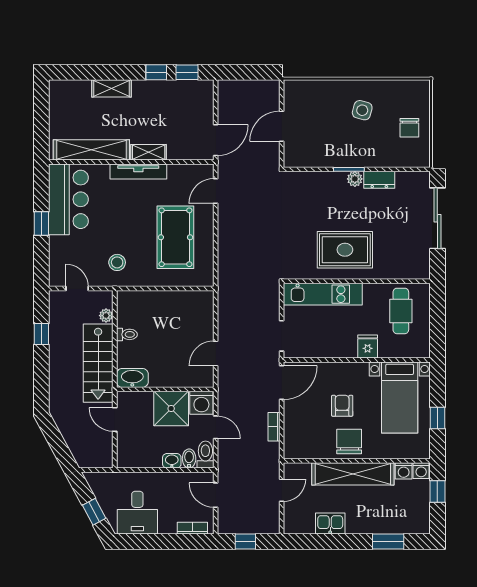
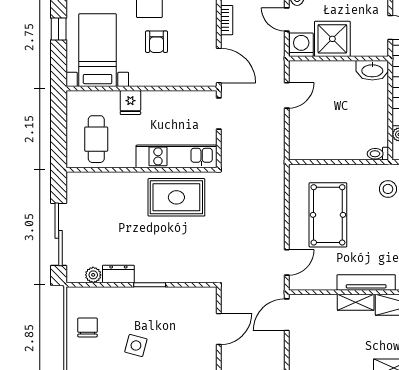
plant: (355, 179) -> (93, 275), moved
rug: (345, 250) -> (176, 197), moved
toilet: (127, 334) -> (378, 154), moved
door: (282, 383) -> (219, 65), swing flipped

